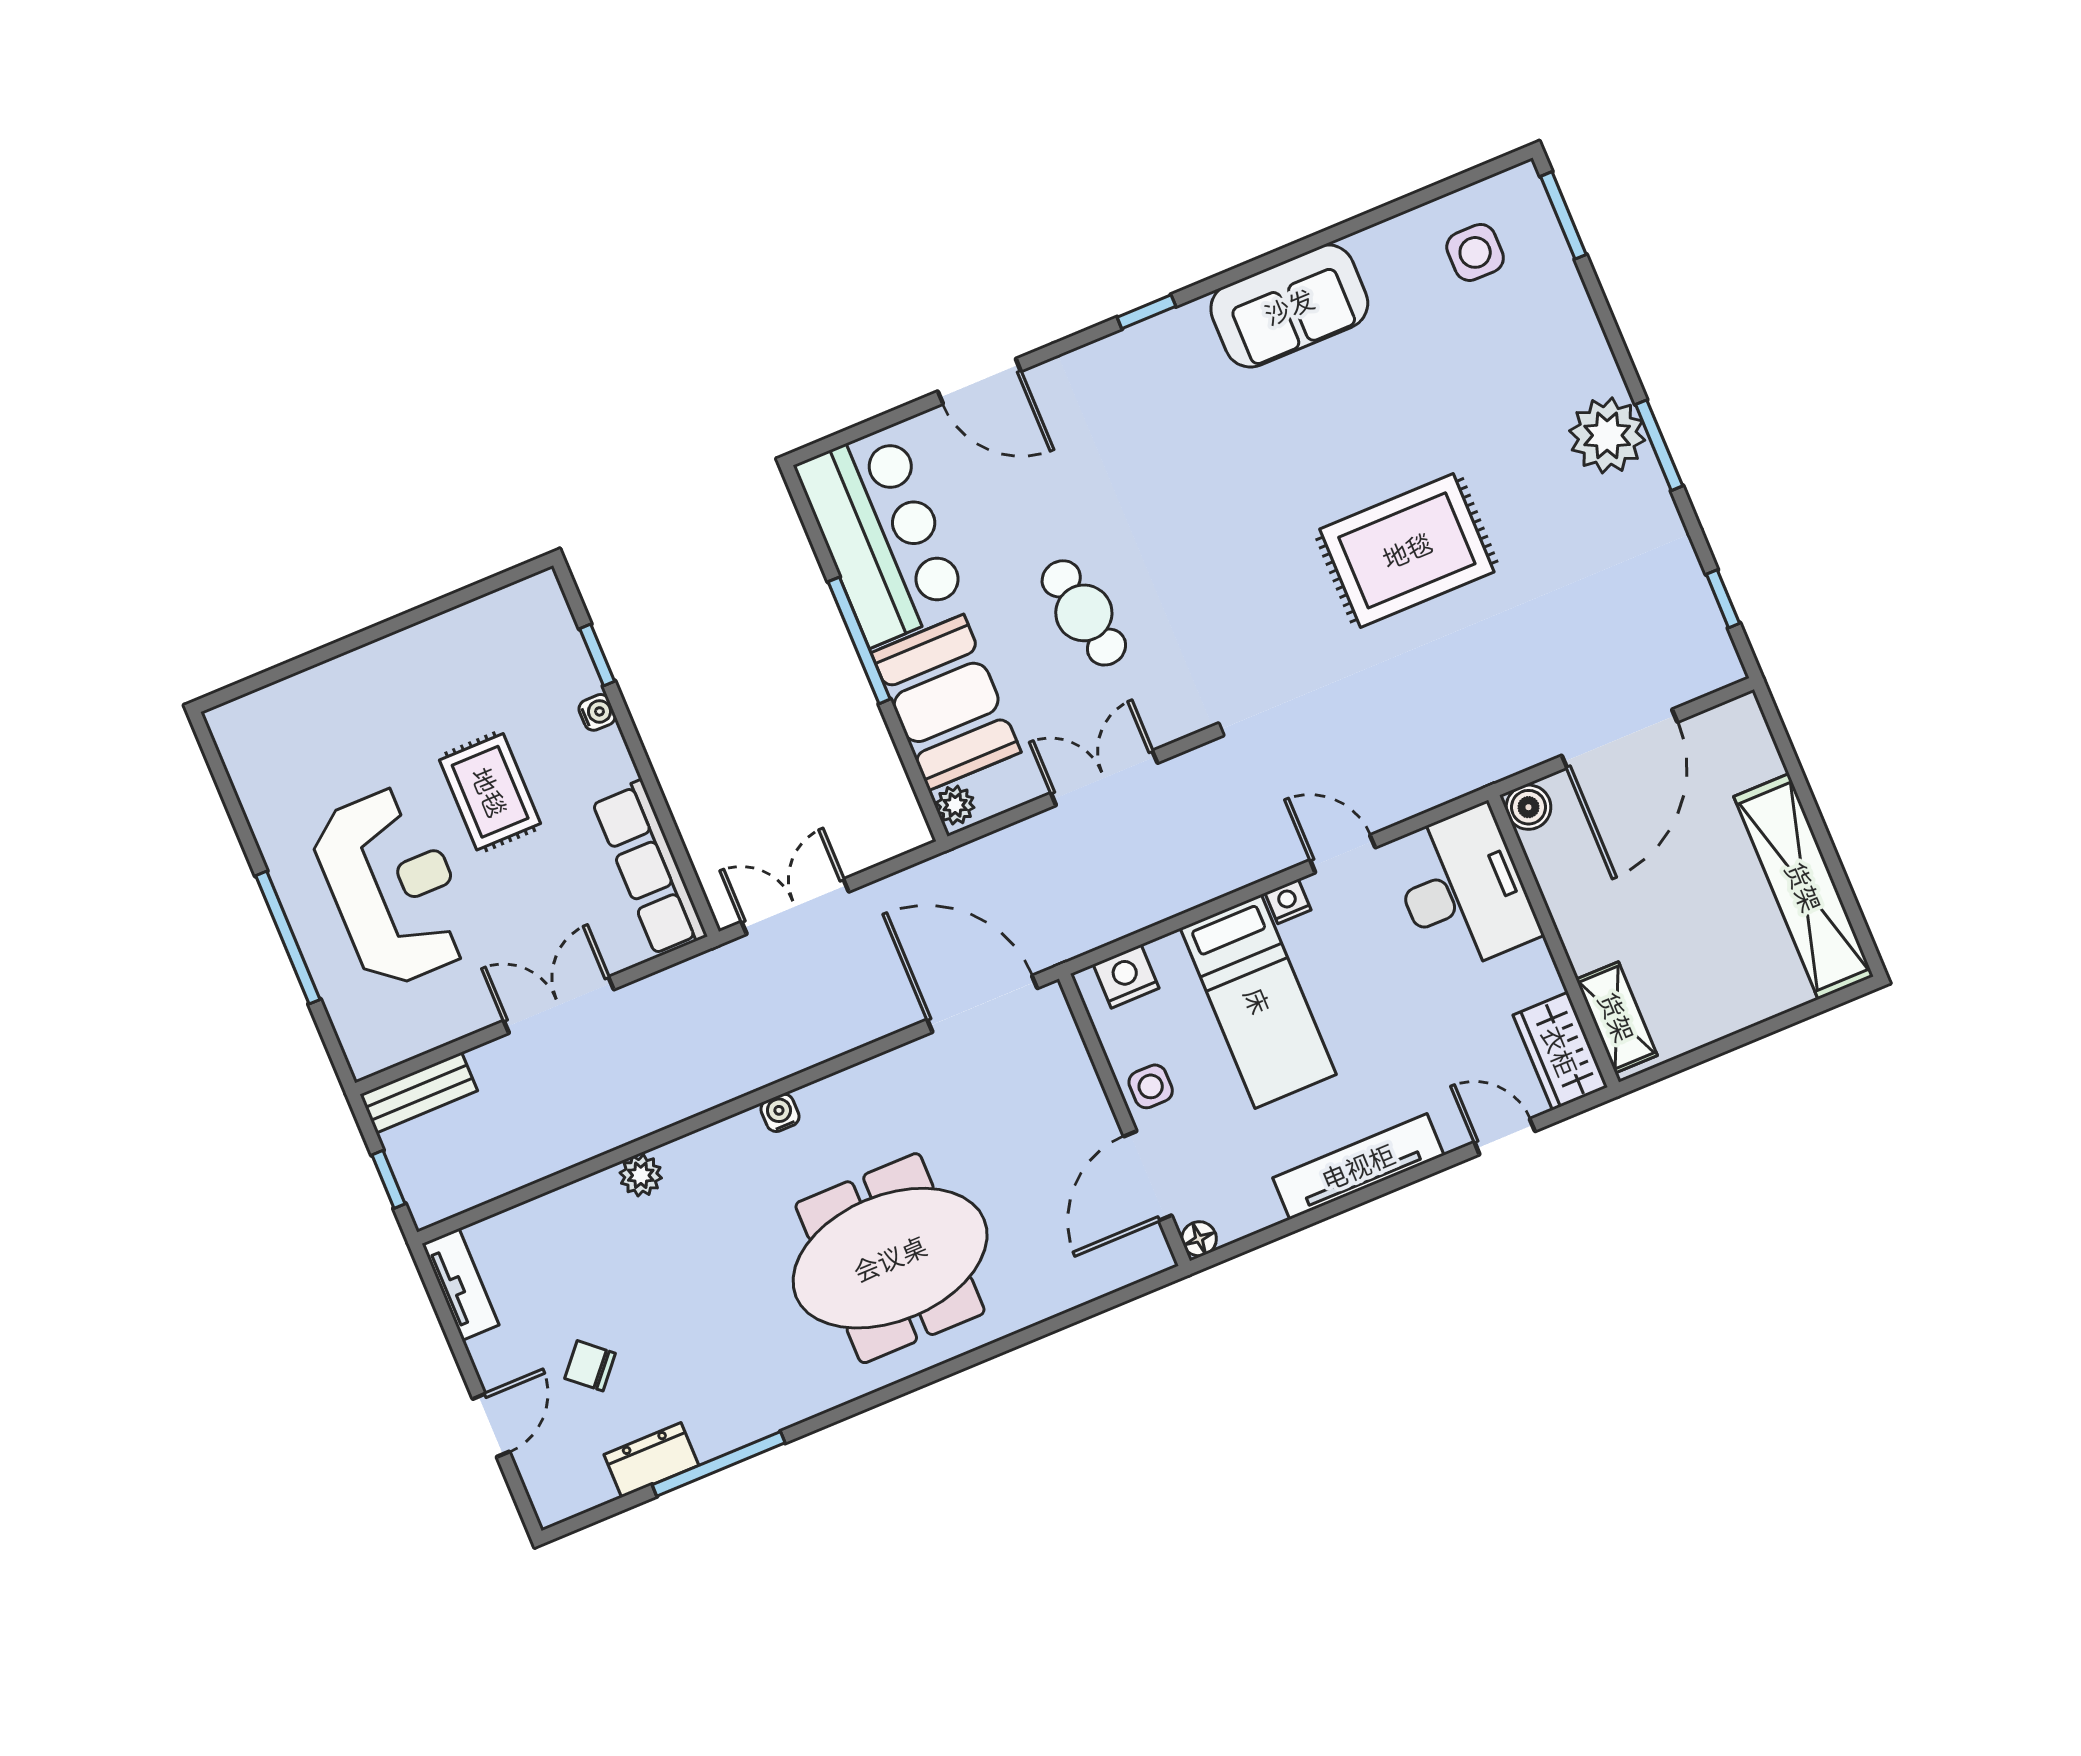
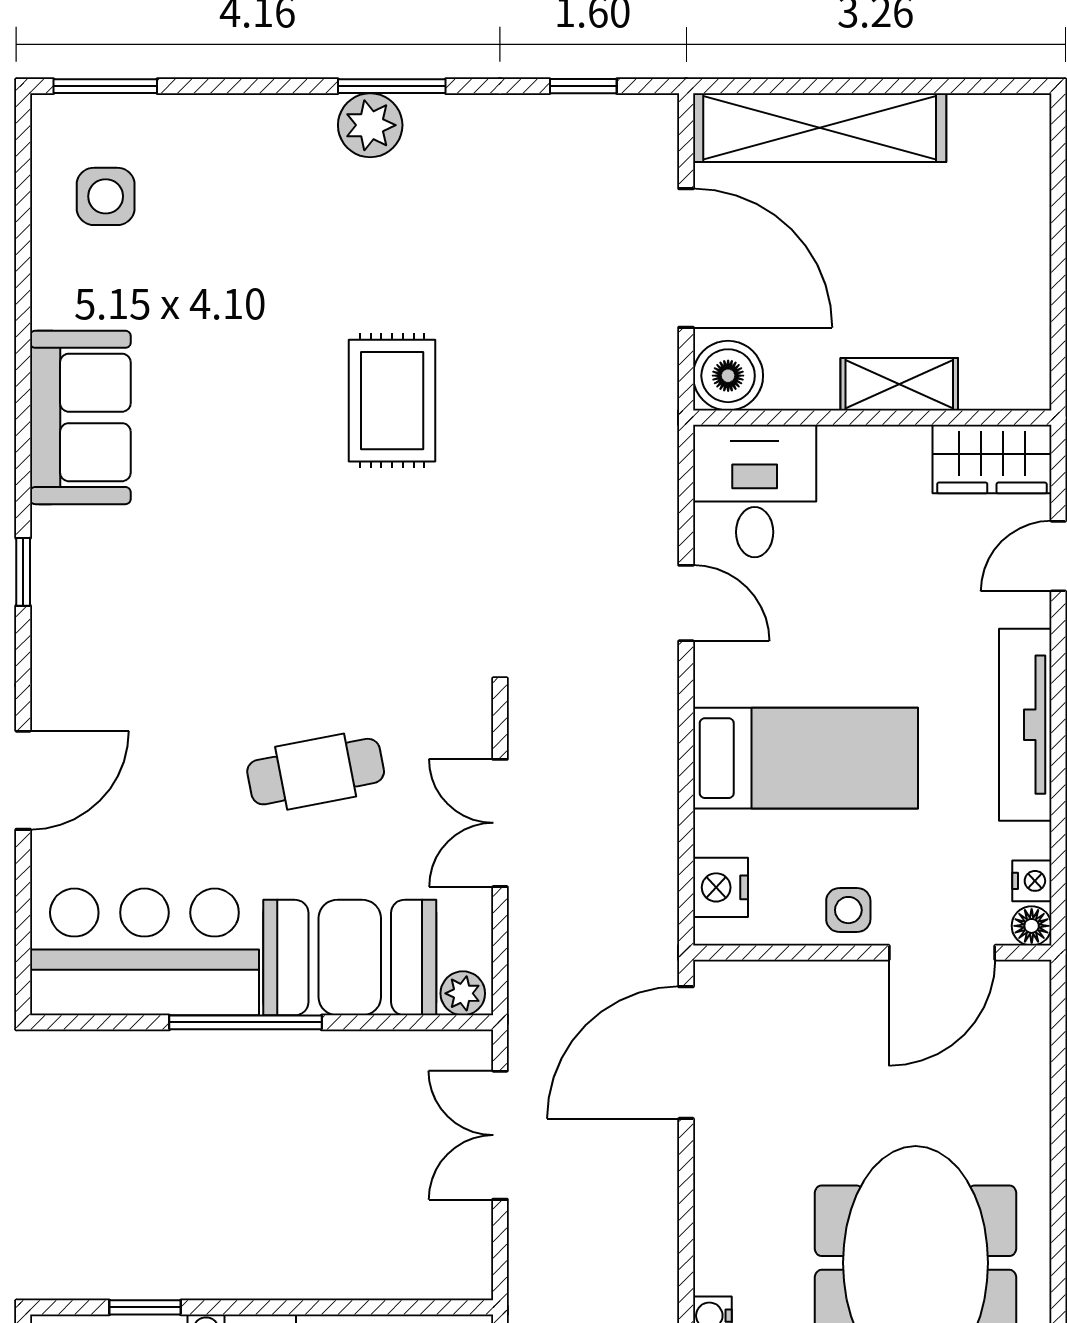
plant: (1607, 435) -> (370, 125), width x0.73, depth x0.73
rug: (1407, 550) -> (392, 401), width x0.73, depth x0.70
boiler: (1528, 807) -> (728, 376), width x1.36, depth x1.36
door: (1343, 854) -> (686, 603), swing flipped
shelving: (1804, 887) -> (820, 128), moved
desk: (1463, 890) -> (755, 491), width x0.73
nightstand: (1288, 901) -> (1032, 881), moved, turned 180
double door: (795, 907) -> (500, 1135), moved
shelving: (1617, 1017) -> (899, 384), moved
door: (1148, 1176) -> (942, 953), hinge flipped

